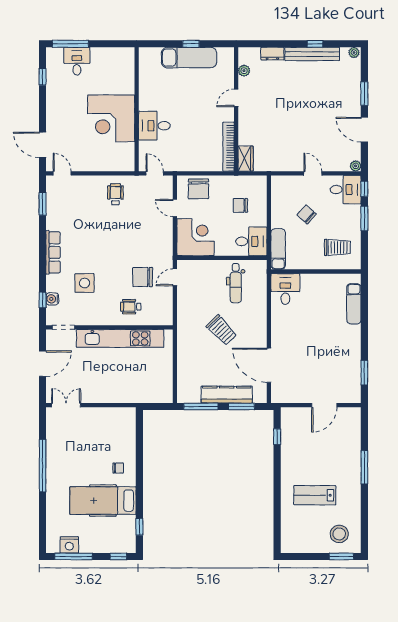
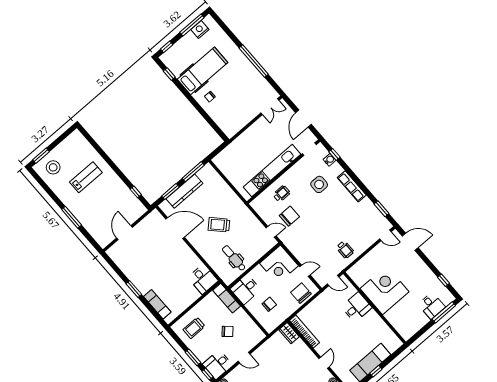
door: (175, 277) -> (271, 232), hinge flipped
window: (364, 373) -> (134, 289), moved

